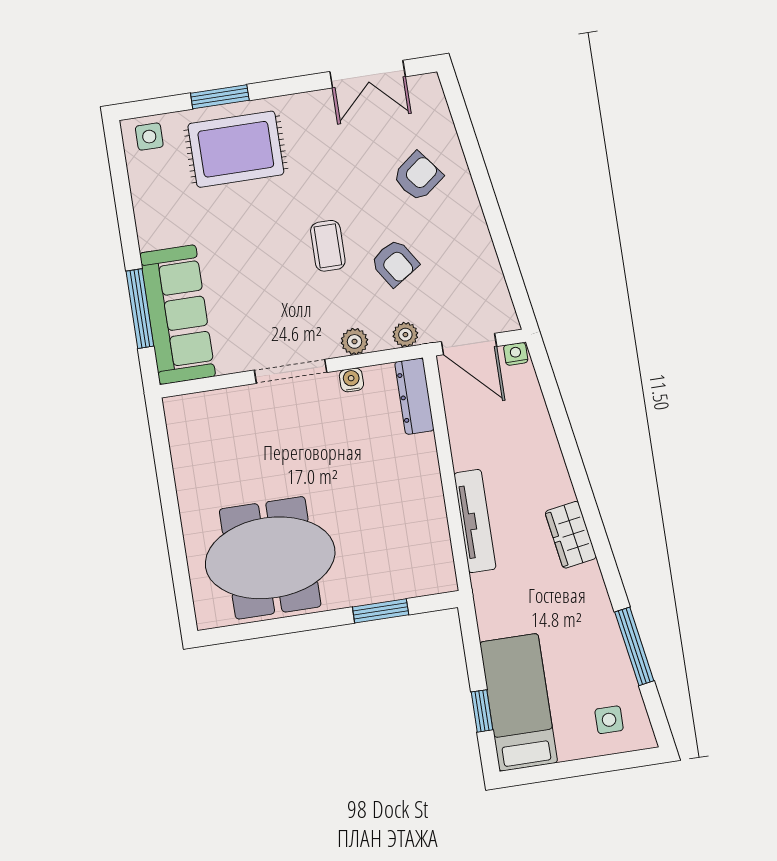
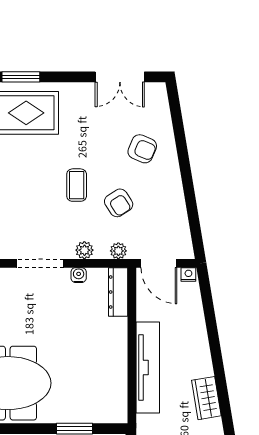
armchair: (418, 176) -> (142, 149), turned 61
tv unit: (475, 521) -> (148, 367), width x1.36, depth x1.29

